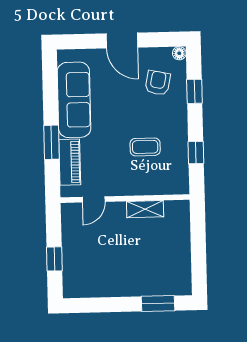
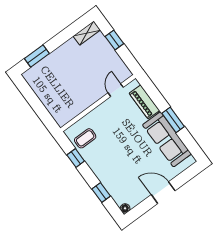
armchair: (158, 83) -> (126, 183), removed
window: (52, 142) -> (173, 120), moved
coffee table: (145, 147) -> (85, 138), moved
shelving: (145, 209) -> (87, 33), moved

